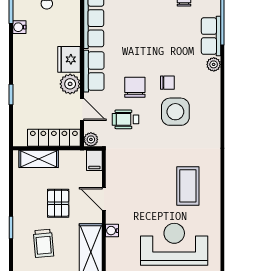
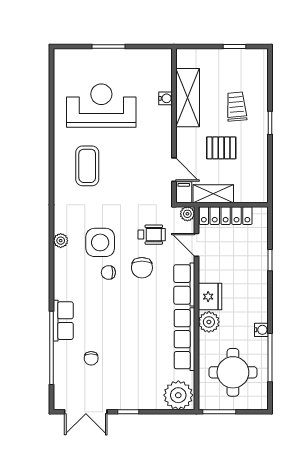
plant: (214, 64) -> (61, 241), moved
plant: (70, 84) -> (209, 322), moved
shelving: (39, 159) -> (213, 194), moved
door: (104, 199) -> (174, 170), moved
pallet: (58, 203) -> (221, 148), turned 90
water cooler: (112, 231) -> (166, 98), moved
reception desk: (174, 244) -> (101, 106), turned 180

